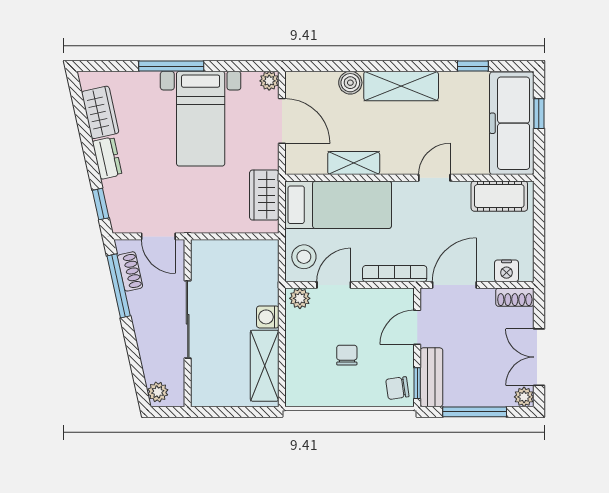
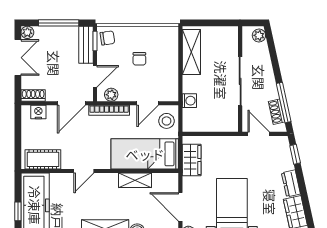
plant: (300, 298) -> (111, 95), moved
washing machine: (268, 317) -> (189, 101), moved

